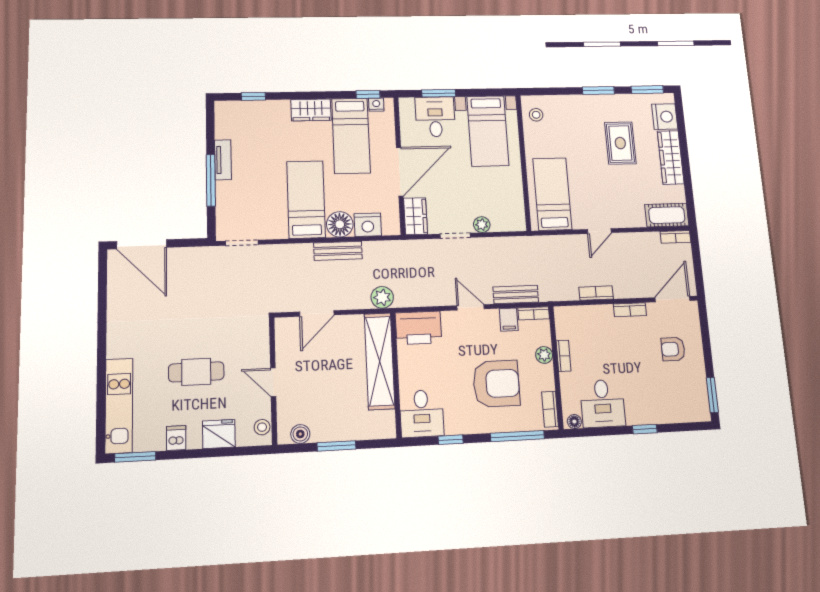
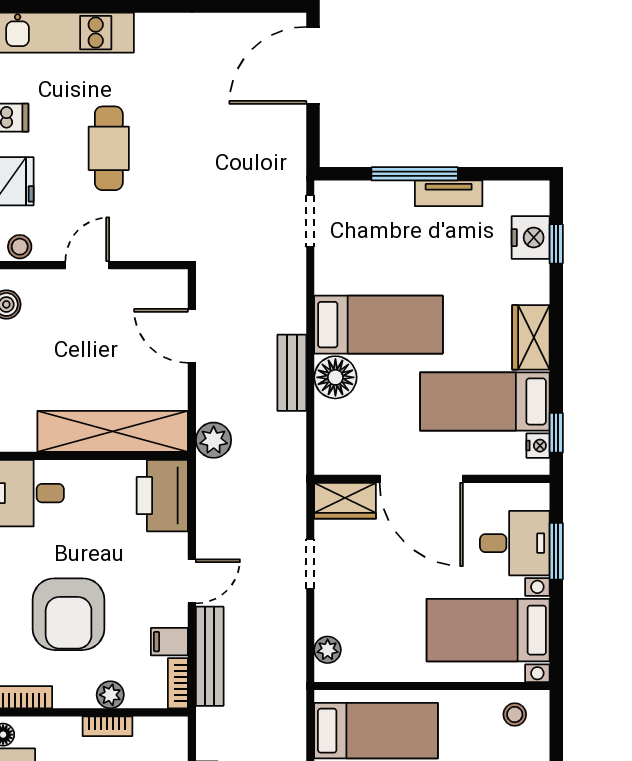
nightstand: (368, 225) -> (531, 238), moved, turned 180
plant: (482, 225) -> (328, 650), moved
bench: (516, 295) -> (210, 656), width x1.36

